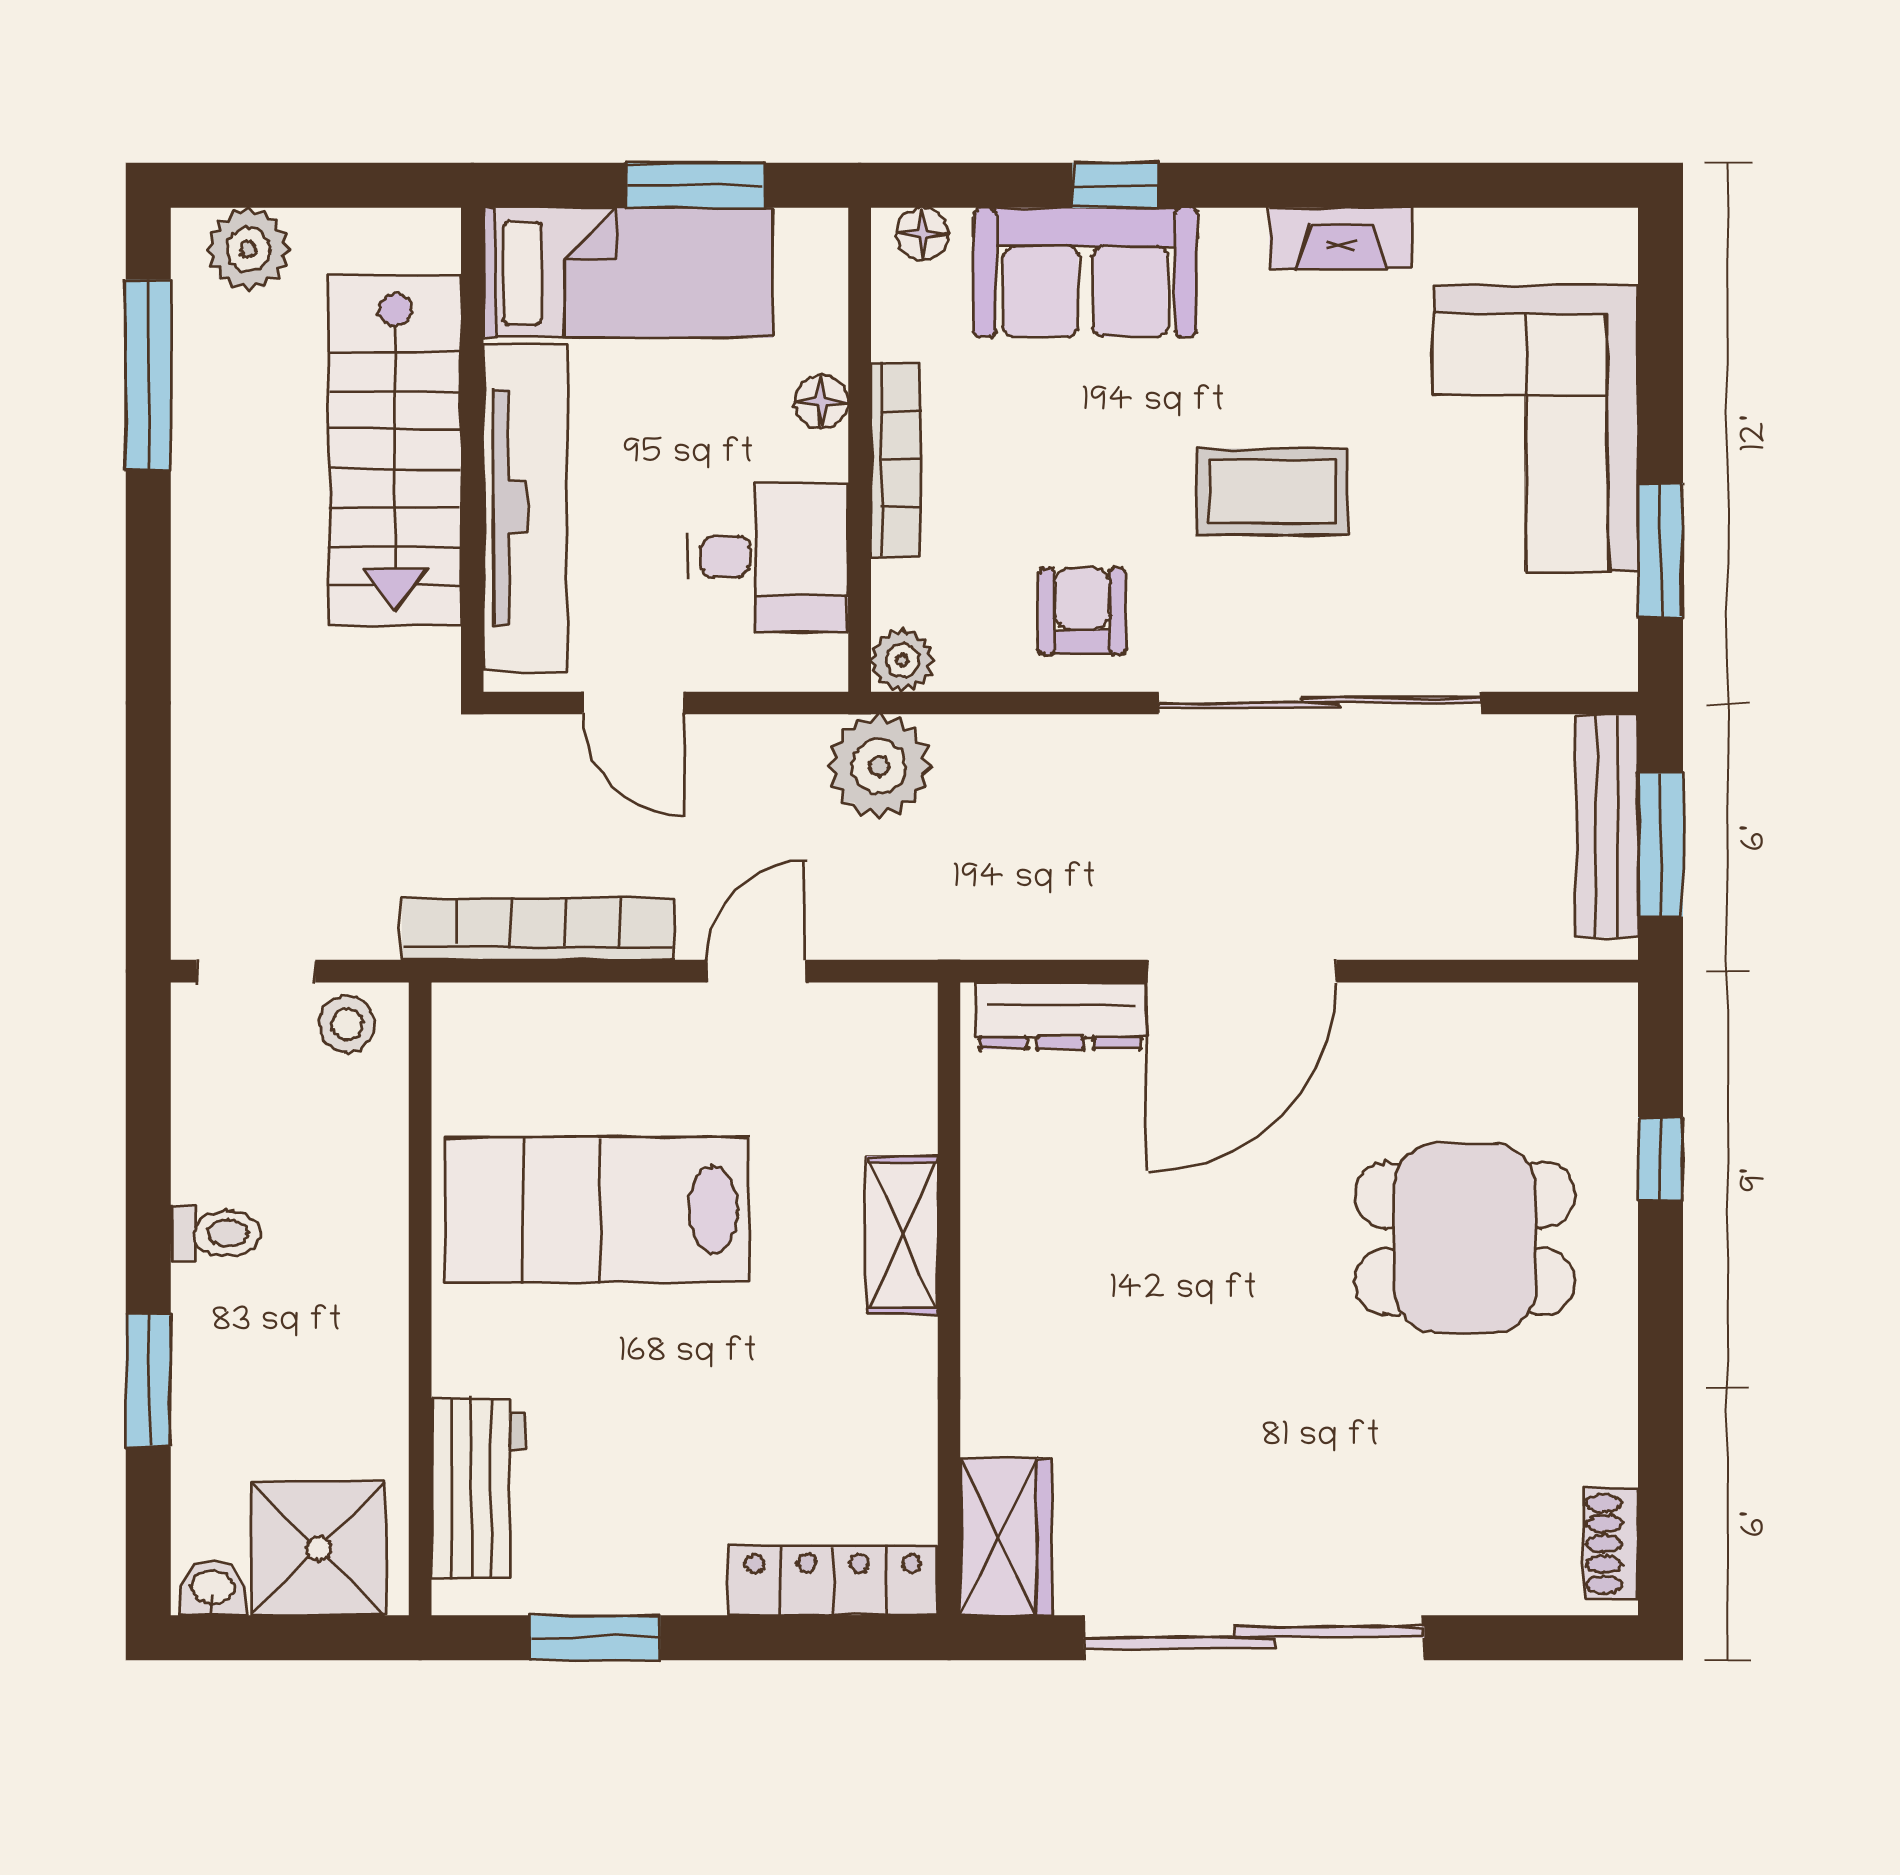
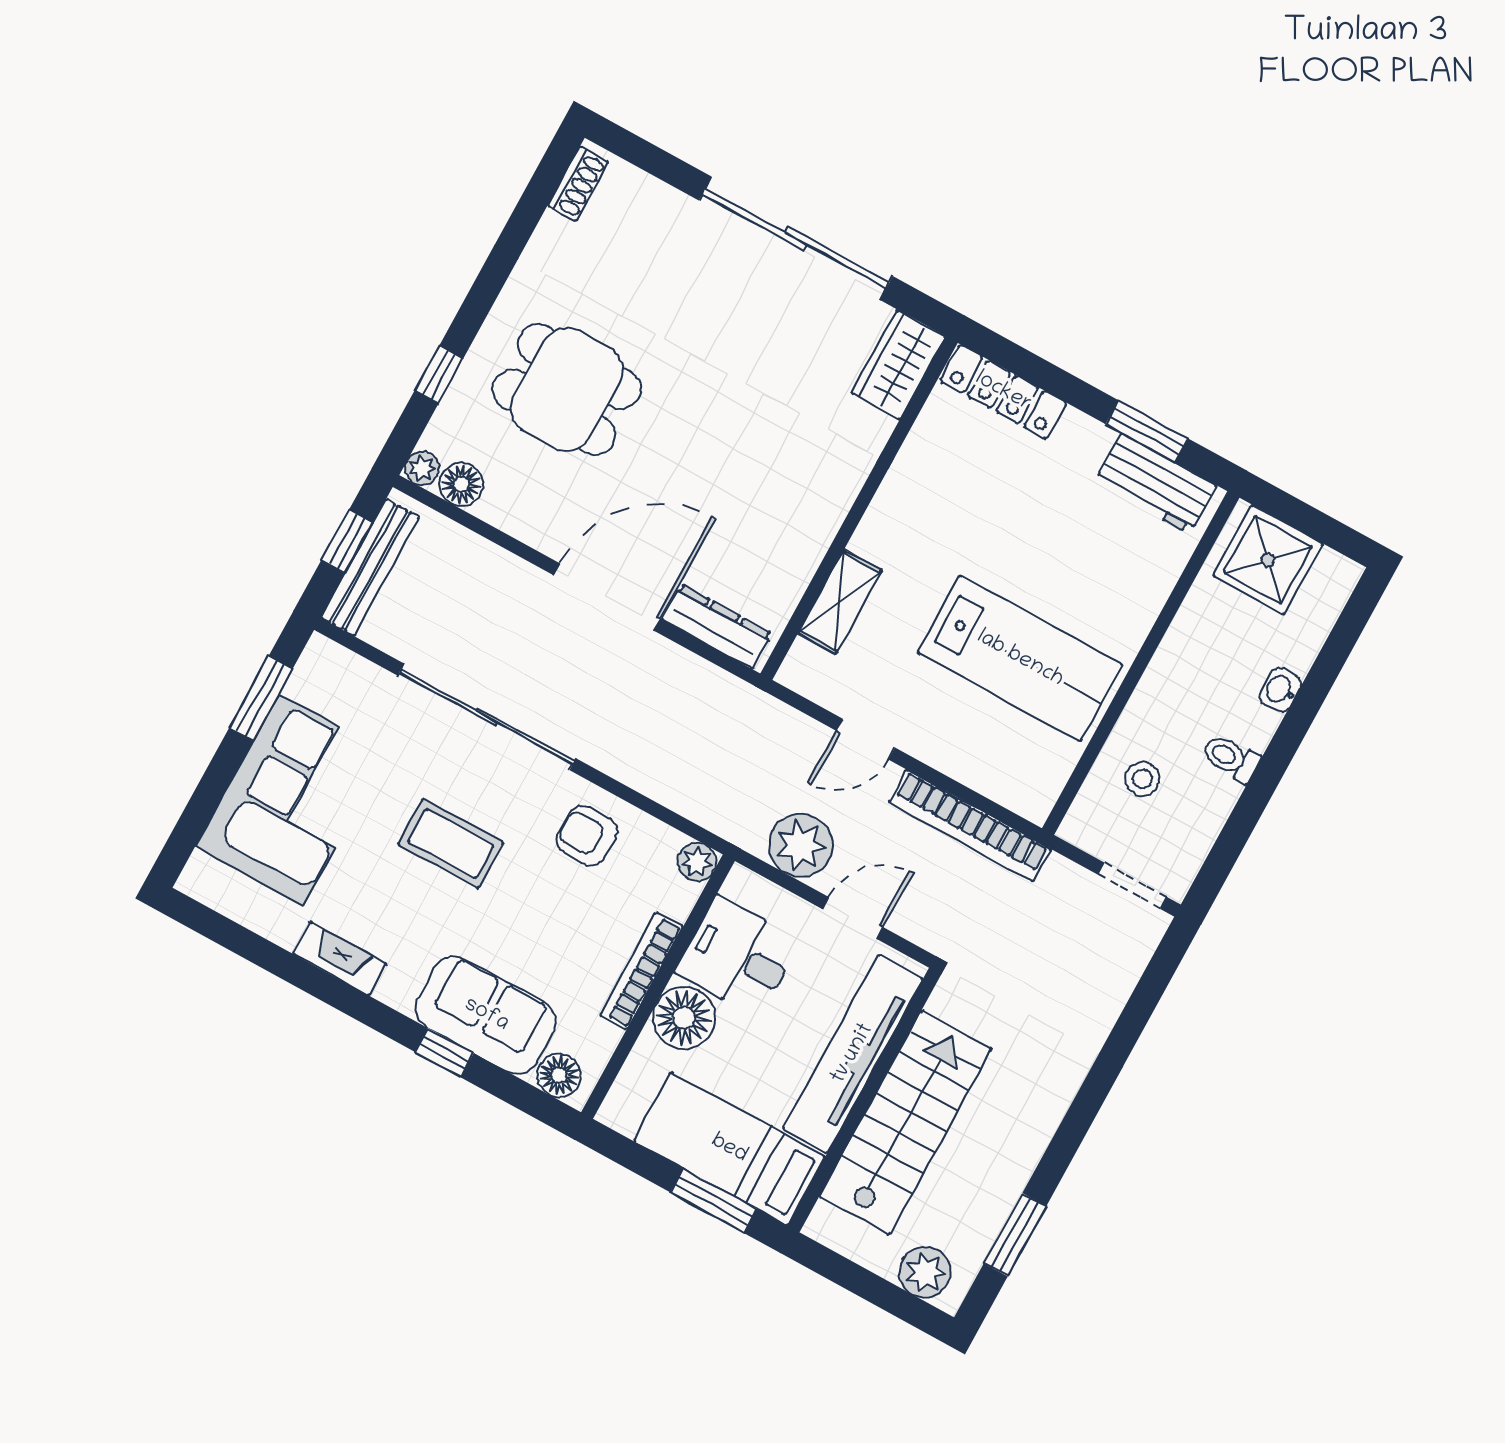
window: (695, 185) -> (714, 1201), moved
floor lamp: (922, 234) -> (559, 1075), width x1.37, depth x1.37
window: (148, 375) -> (1015, 1235), width x0.69
floor lamp: (821, 402) -> (684, 1018), width x1.89, depth x1.89
armchair: (1082, 611) -> (587, 836), turned 90
door: (633, 703) -> (853, 918), hinge flipped
plant: (879, 766) -> (801, 846), moved
window: (1660, 845) -> (347, 542), width x0.67
plant: (1610, 1010) -> (422, 468), added
floor lamp: (1541, 1018) -> (461, 484), added
stool: (347, 1024) -> (1142, 779), moved
shelving: (902, 1235) -> (840, 602), moved
window: (148, 1381) -> (1309, 699), removed
workbench: (478, 1488) -> (1155, 484), moved, turned -90
washbasin: (212, 1588) -> (1280, 690), moved, turned 90

